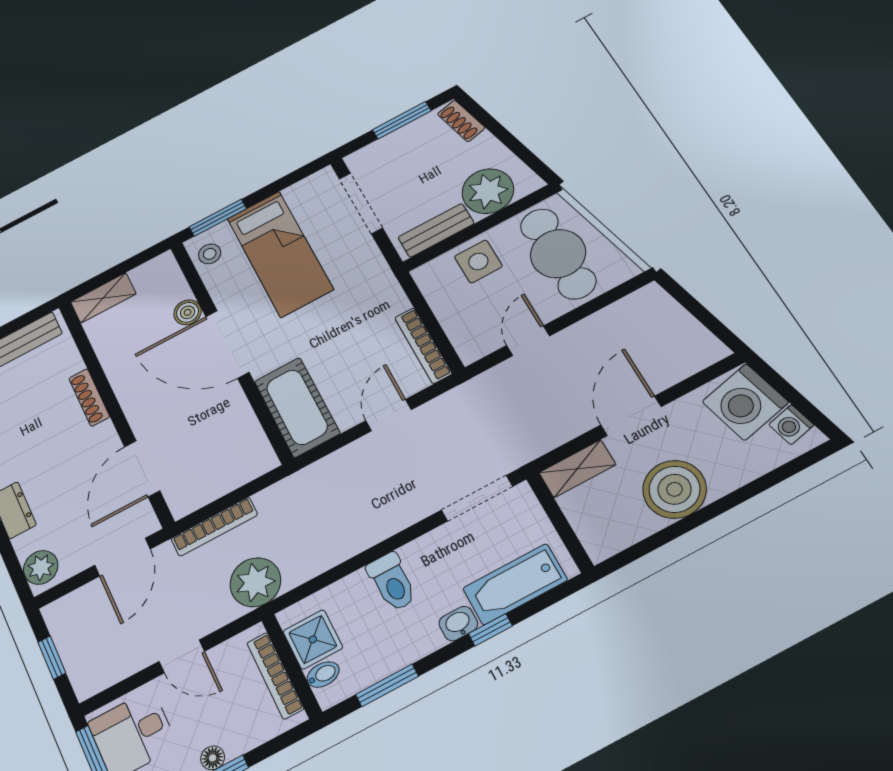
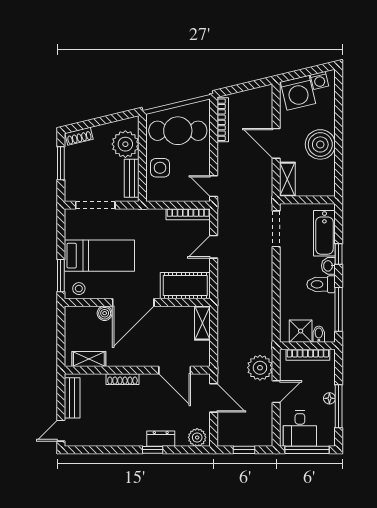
shelving: (103, 298) -> (89, 359), moved, turned 90
door: (528, 341) -> (214, 186), moved
door: (389, 415) -> (214, 247), hinge flipped
shelving: (246, 469) -> (202, 323), added
bookcase: (214, 527) -> (223, 120), moved
plant: (255, 582) -> (260, 368), moved
toilet: (392, 582) -> (321, 284), moved, turned 180
window: (387, 685) -> (339, 309), width x1.44

